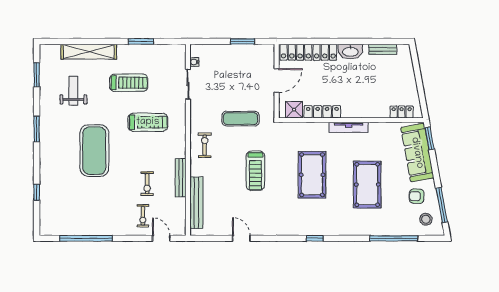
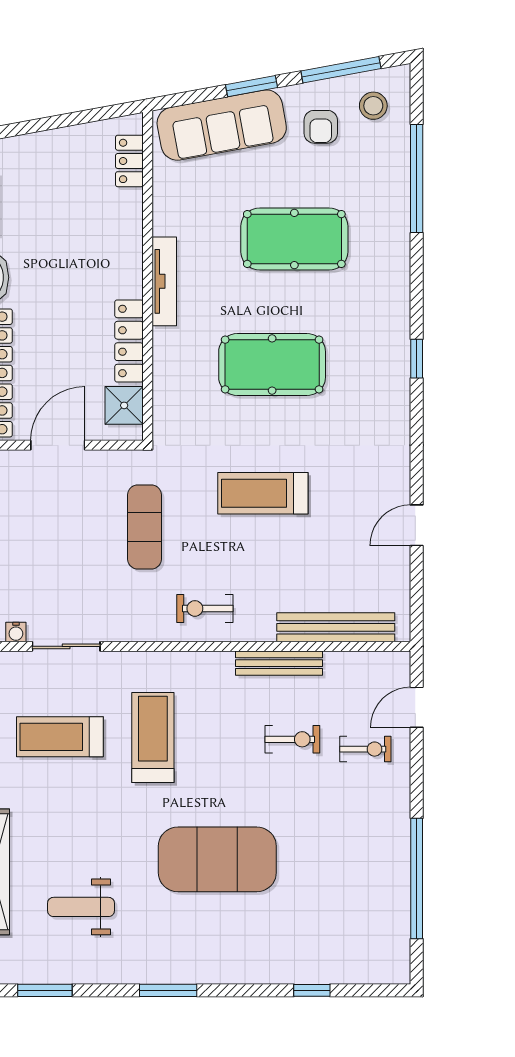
door: (277, 80) -> (58, 445), hinge flipped
treadmill: (129, 83) -> (60, 737), moved, turned -90
window: (429, 138) -> (251, 86), moved
treadmill: (255, 171) -> (263, 493), turned 180

